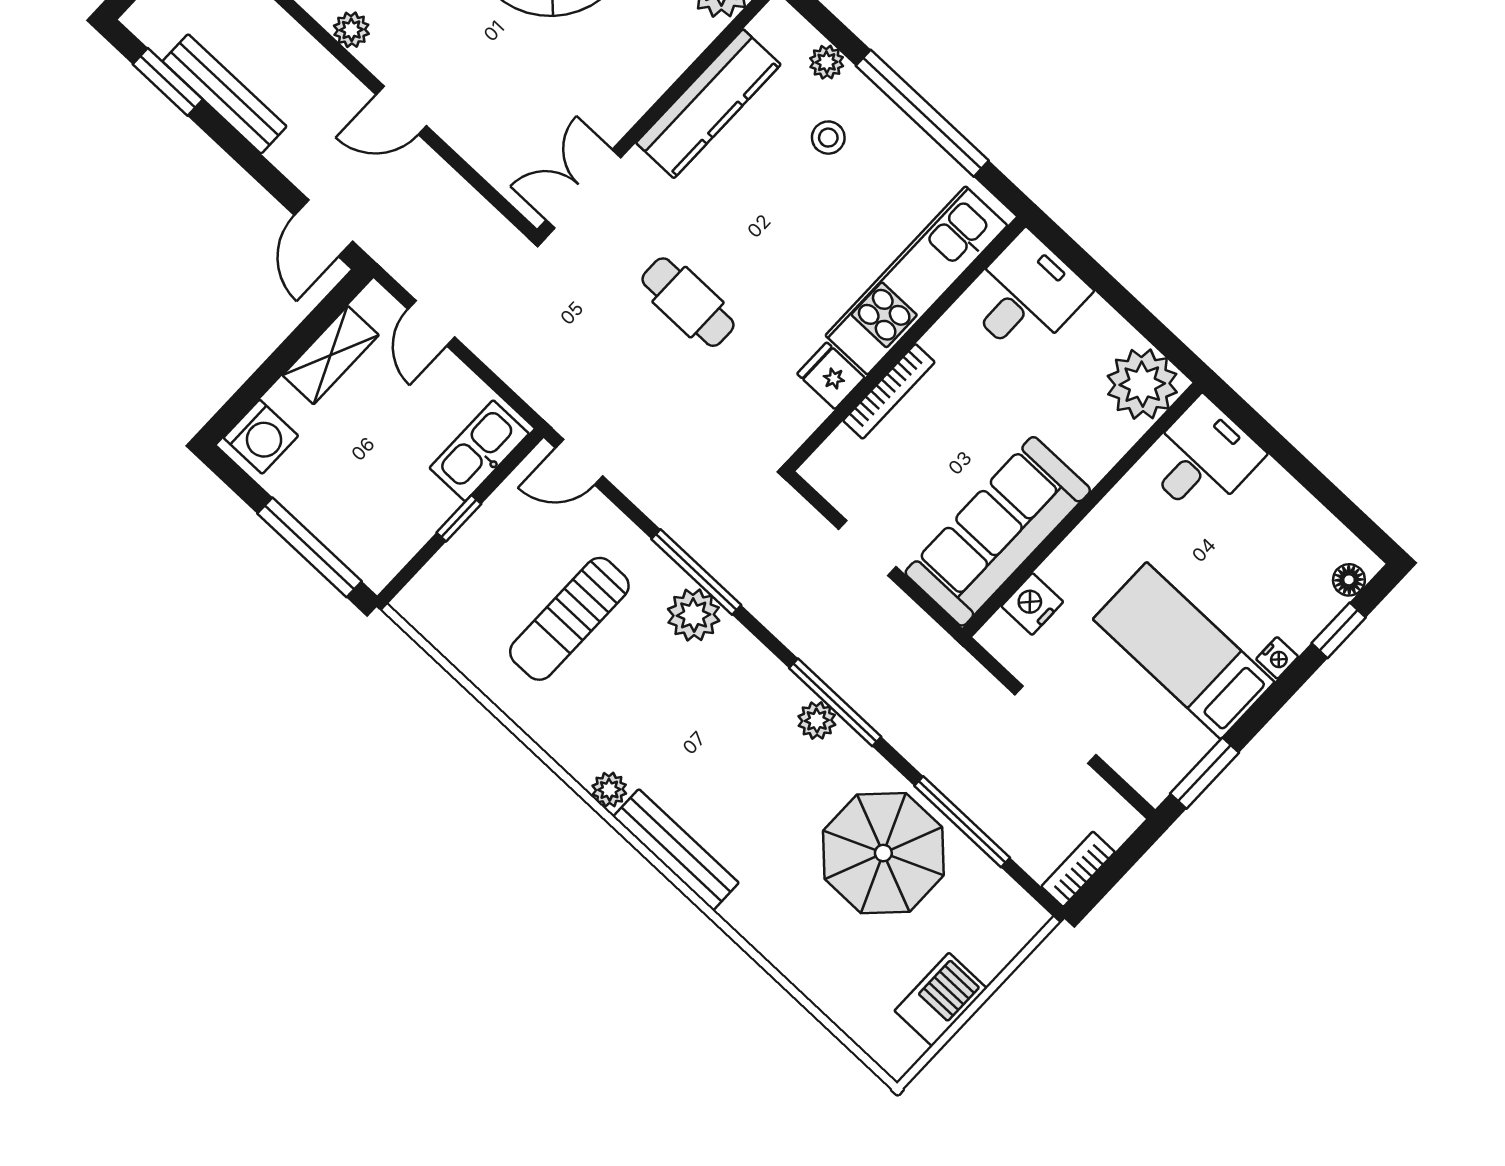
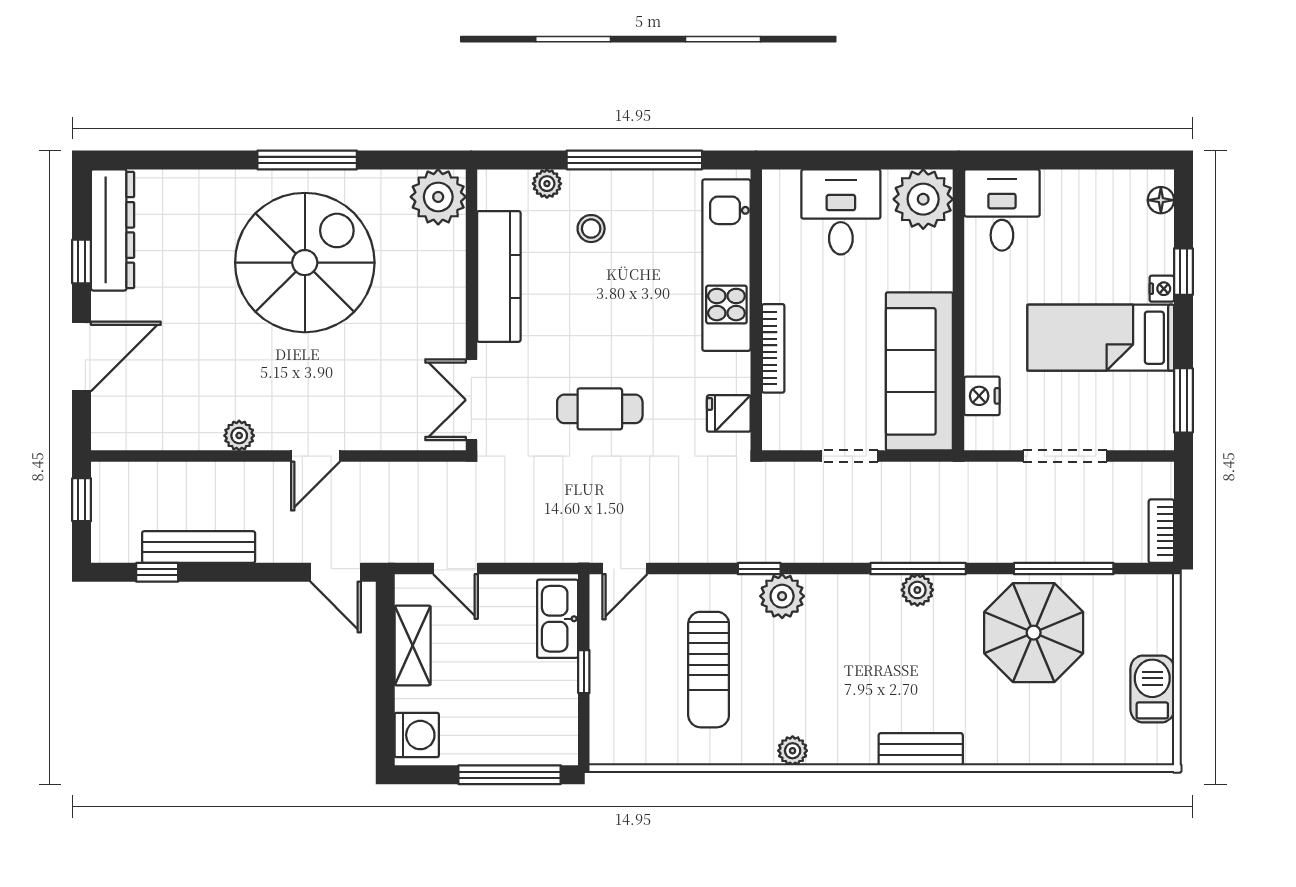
window: (168, 82) -> (157, 572), width x0.67
desk: (1025, 295) -> (841, 212), moved
fridge: (831, 376) -> (729, 413), moved
window: (696, 572) -> (759, 569), width x0.46
window: (1339, 630) -> (1183, 272), moved
plant: (609, 790) -> (793, 751), moved
bench: (676, 850) -> (921, 749), width x0.73

